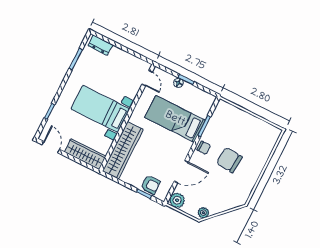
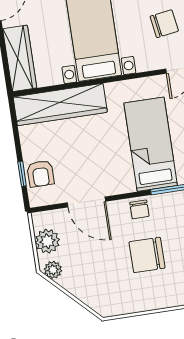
chair: (119, 69) -> (164, 24), added
chair: (229, 160) -> (147, 255), turned -95
plant: (177, 200) -> (47, 241), moved

